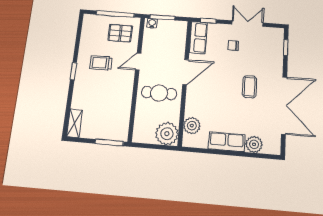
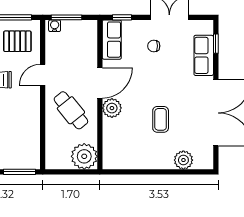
coffee table: (250, 87) -> (161, 119), moved
cafe table: (159, 93) -> (71, 110), turned 51
plant: (192, 126) -> (112, 108), moved
row of seats: (227, 142) -> (204, 55), moved, turned -90

